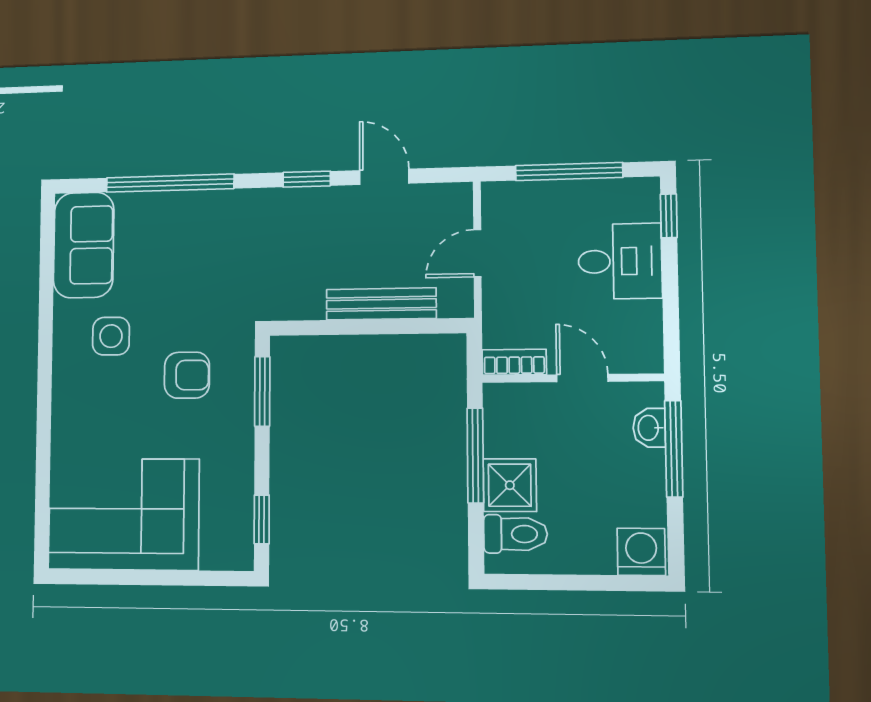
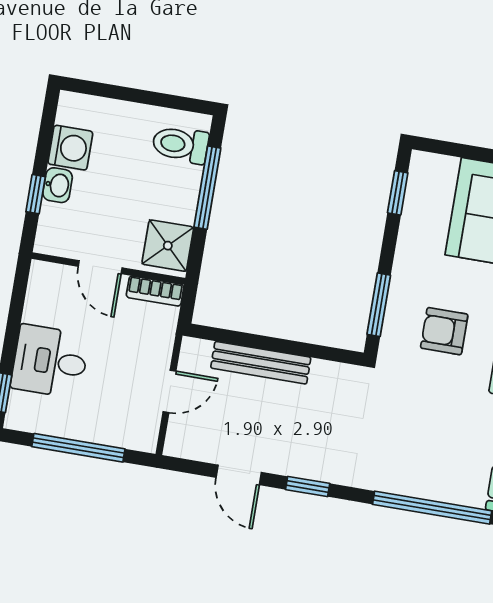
washbasin: (649, 428) -> (58, 185), moved
window: (674, 449) -> (36, 194), width x0.46
window: (475, 455) -> (207, 188), moved
shower: (510, 485) -> (168, 246), moved
washing machine: (641, 552) -> (70, 148), moved, turned -90

